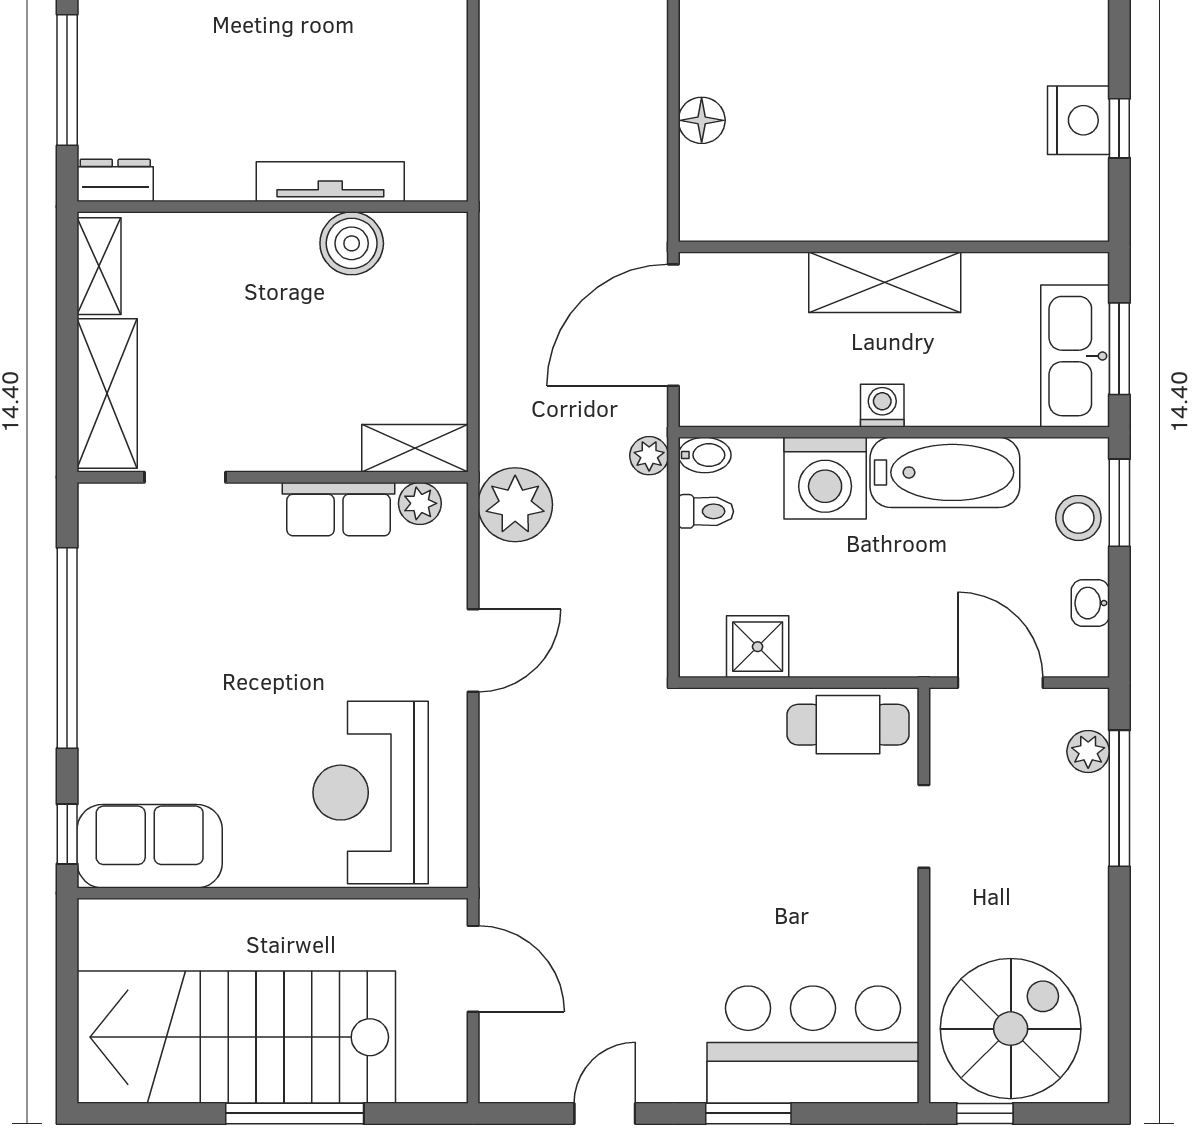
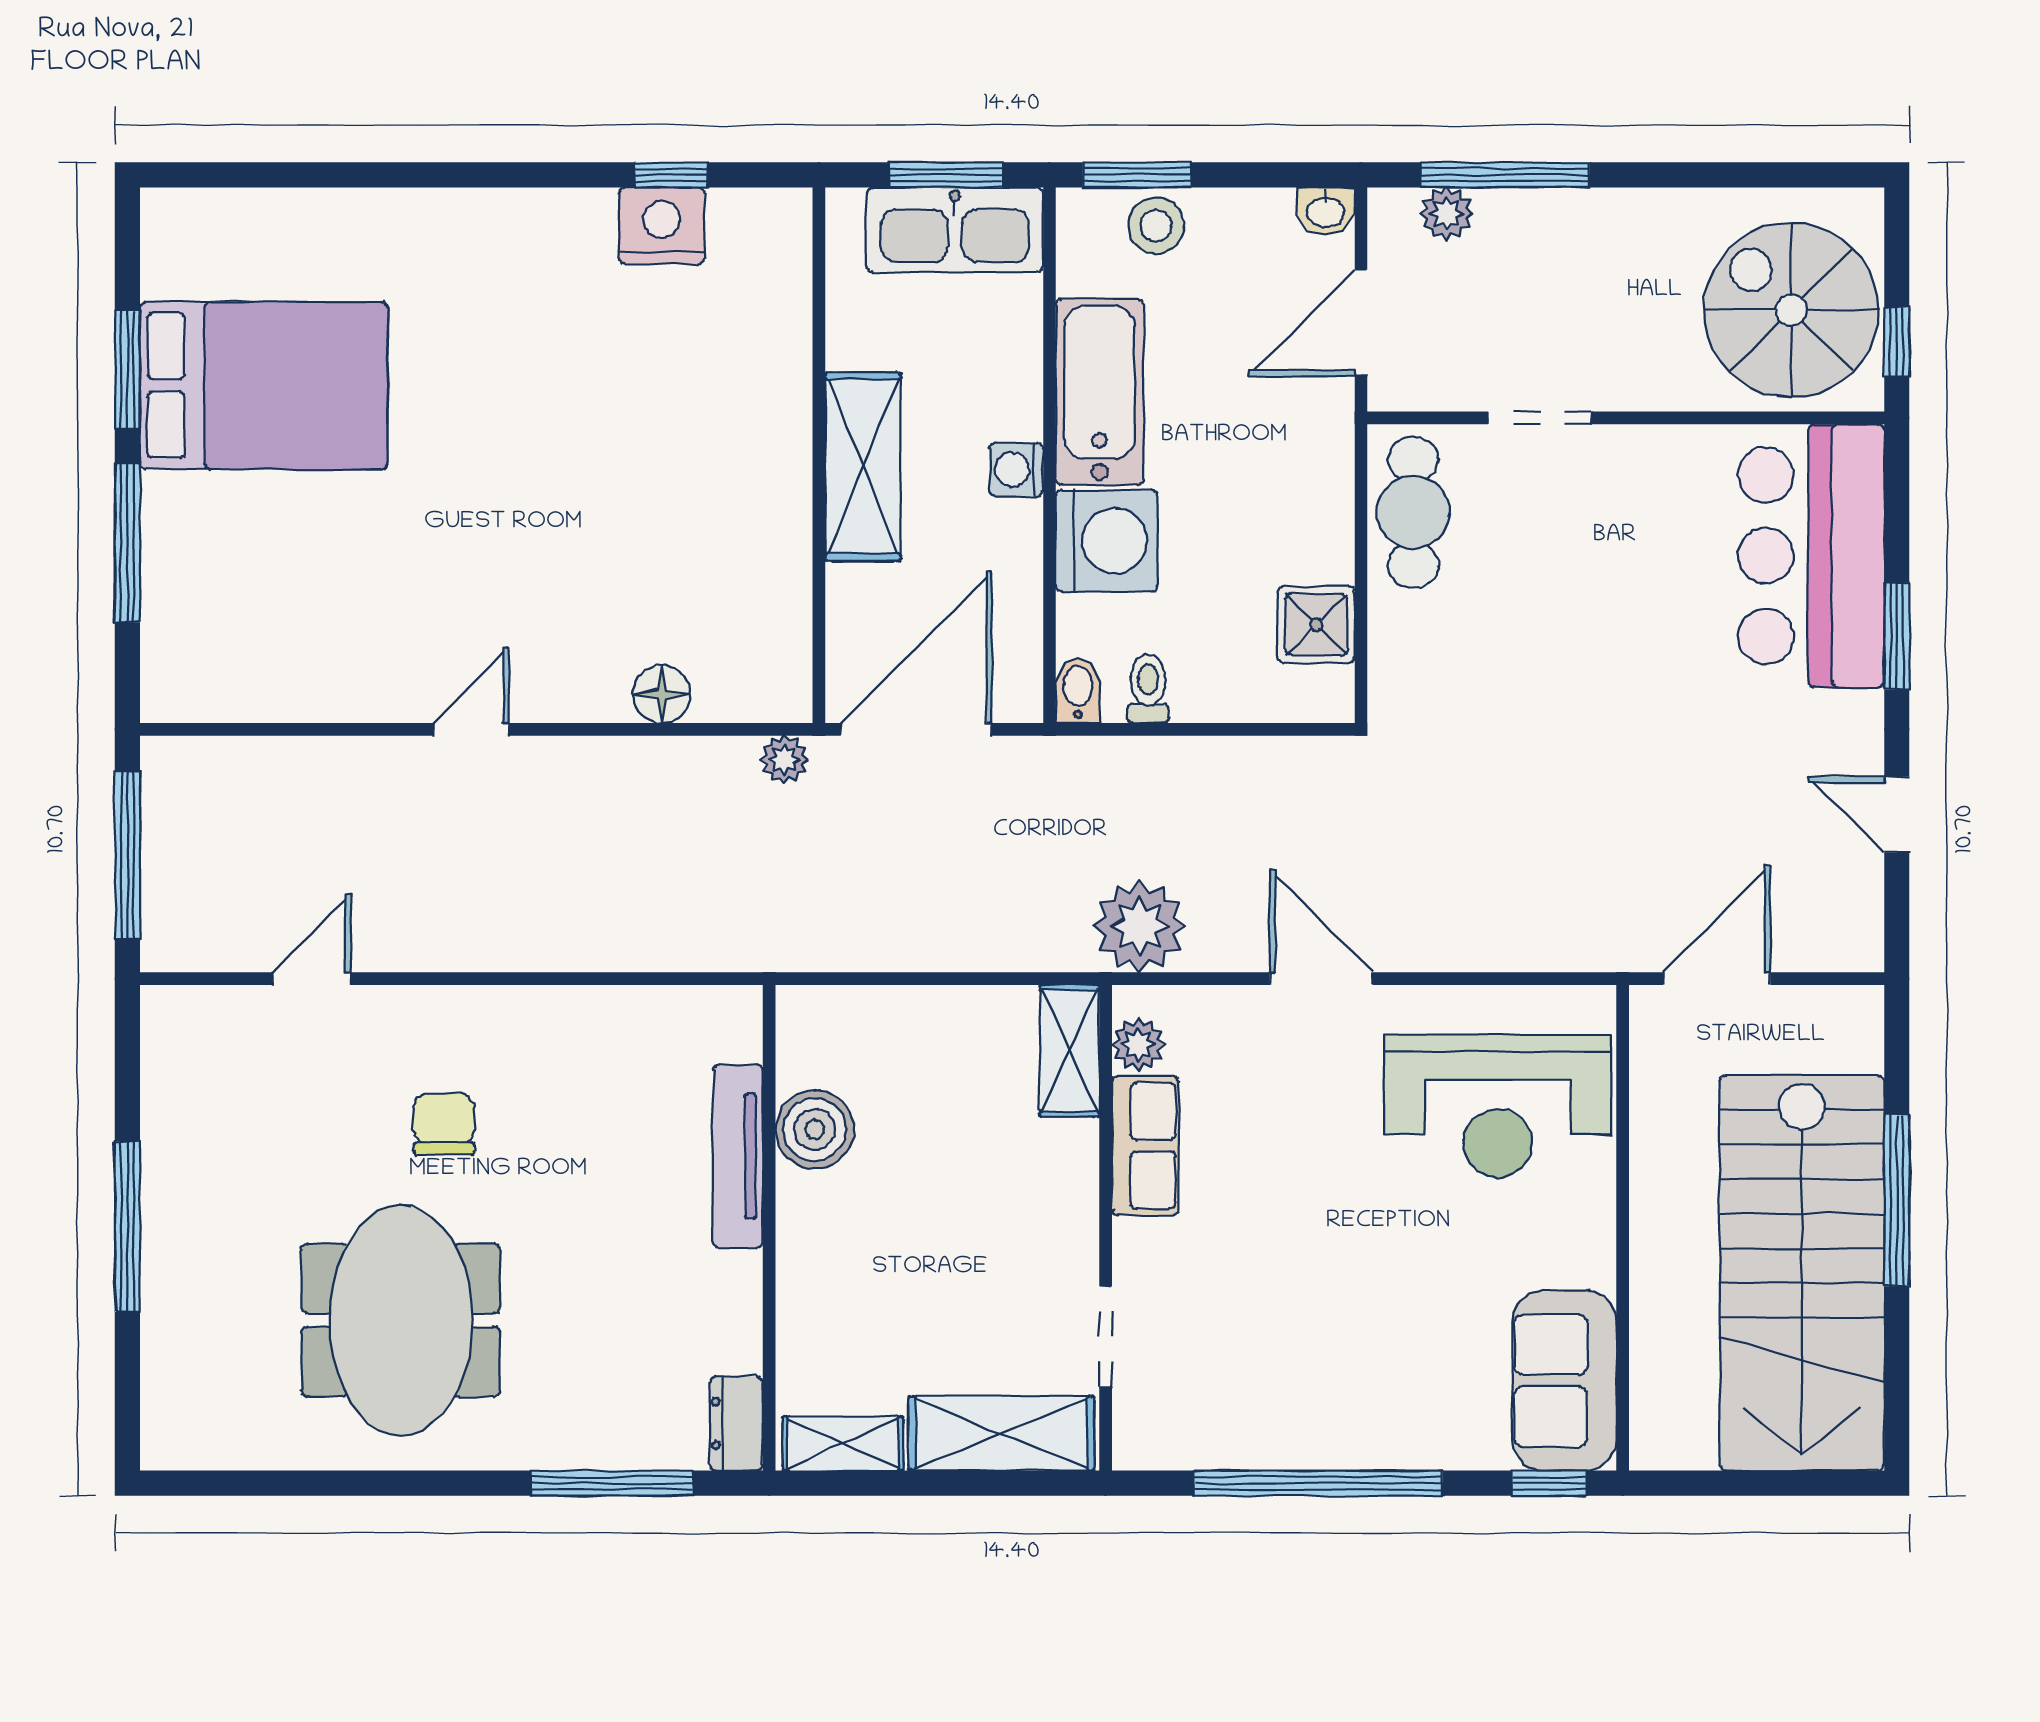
door: (673, 325) -> (916, 729), swing flipped
plant: (649, 456) -> (785, 760), moved
washbasin: (1090, 603) -> (1326, 211), moved

